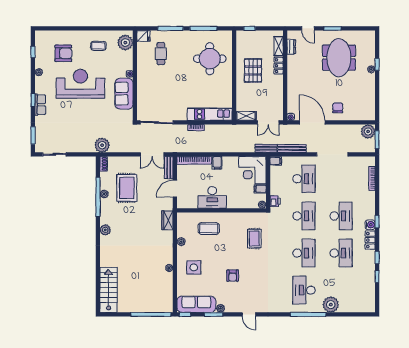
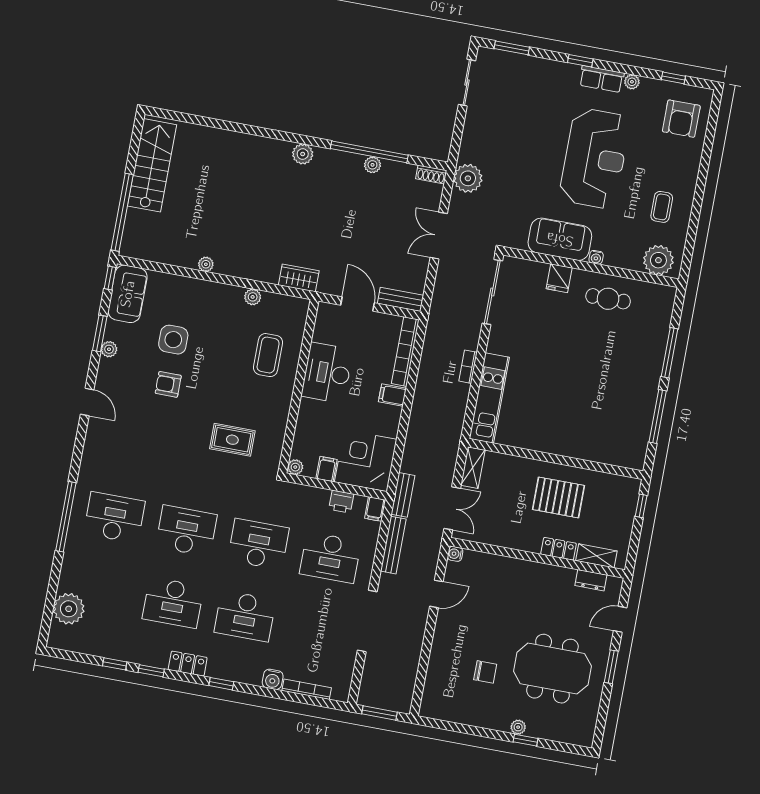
fridge: (144, 36) -> (559, 278), moved
armchair: (63, 53) -> (681, 119), moved
cafe table: (161, 54) -> (608, 299), moved
round table: (210, 59) -> (597, 418), removed
row of seats: (40, 105) -> (602, 79), moved
chair: (338, 108) -> (485, 672), moved
double door: (268, 122) -> (452, 508), swing flipped
door: (312, 122) -> (436, 594), width x0.53
plant: (368, 131) -> (399, 699), removed
double door: (152, 154) -> (439, 236), moved
rug: (127, 188) -> (376, 211), removed
printer: (275, 201) -> (341, 502), moved
desk: (304, 216) -> (258, 544), turned 180
water cooler: (370, 225) -> (273, 679), moved
desk: (304, 253) -> (186, 531), turned 180
side table: (194, 267) -> (173, 340), moved
stairs: (109, 290) -> (152, 165), moved, turned -90
sofa: (196, 304) -> (128, 294), width x0.73
plant: (331, 305) -> (69, 609), moved
door: (249, 314) -> (87, 402), swing flipped

